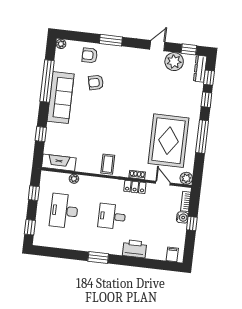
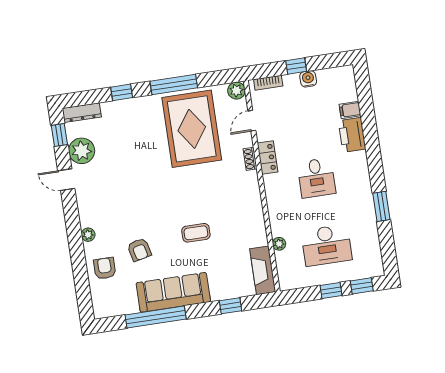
window: (111, 40) -> (76, 245), removed
plant: (61, 44) -> (88, 235), moved
armchair: (90, 55) -> (105, 268), turned 180
window: (209, 78) -> (90, 97), removed
rug: (168, 141) -> (192, 129), turned 90
coffee table: (108, 164) -> (196, 233), moved
window: (34, 193) -> (331, 290), moved
water cooler: (182, 217) -> (308, 79), moved
filing cabinet: (172, 254) -> (350, 110), moved
window: (98, 257) -> (381, 206), moved

